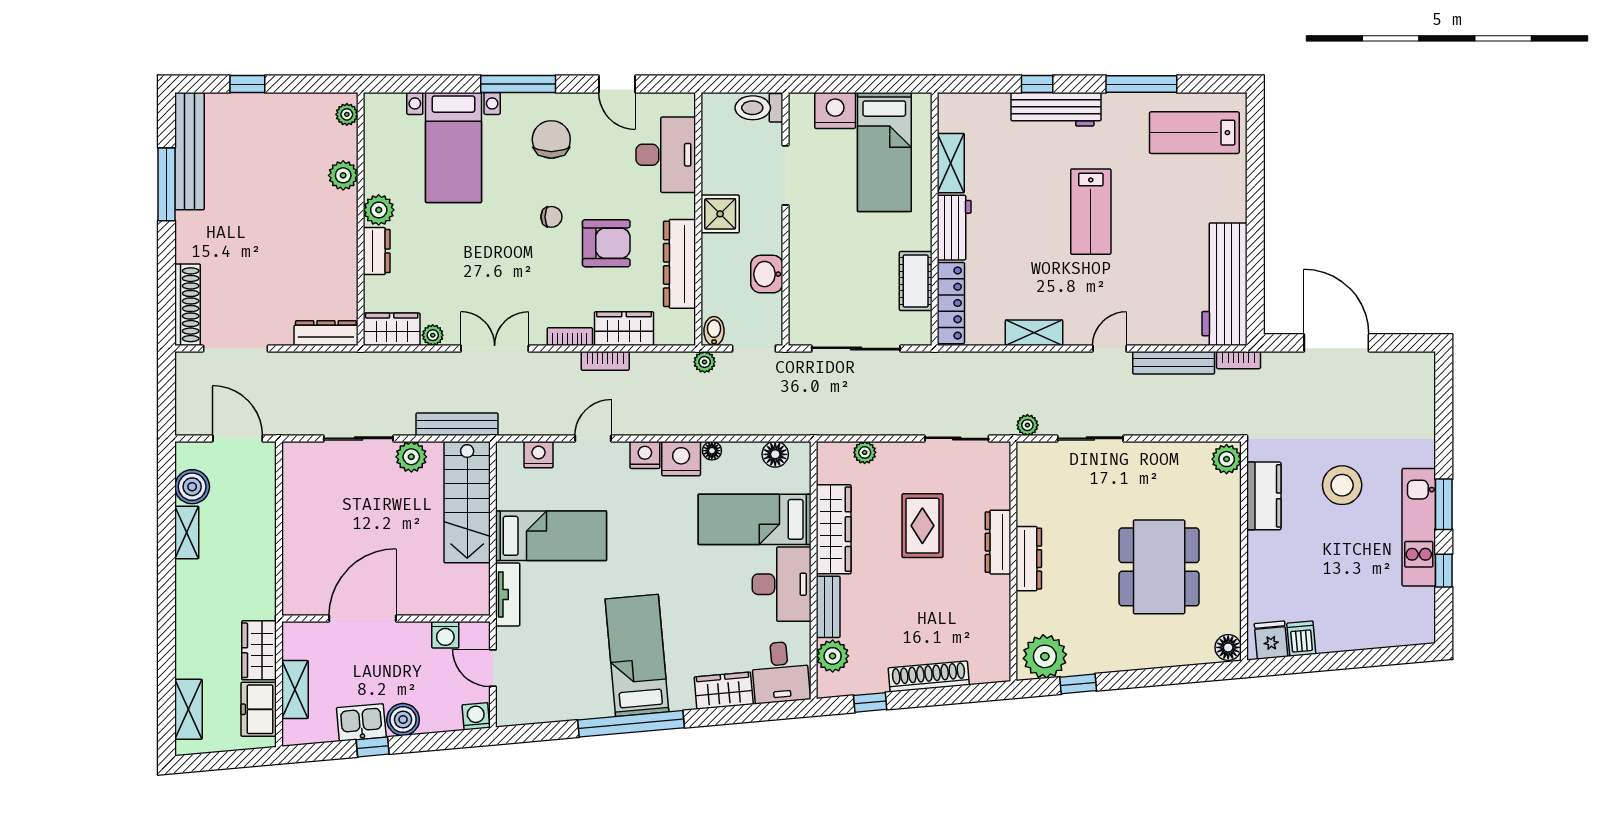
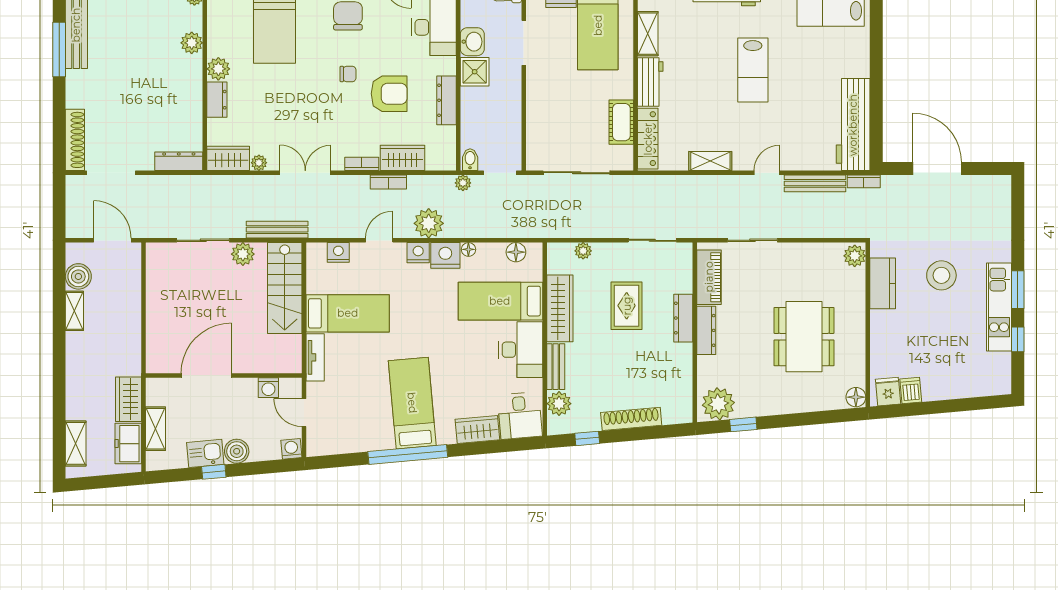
dresser: (680, 264) -> (447, 100), width x0.73, depth x0.80
washbasin: (767, 274) -> (472, 42), moved, turned 180
plant: (1027, 425) -> (429, 223), moved, width x1.88, depth x1.88
piano: (1032, 488) -> (709, 277), added

